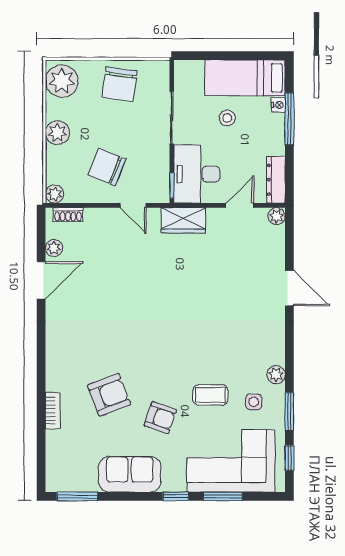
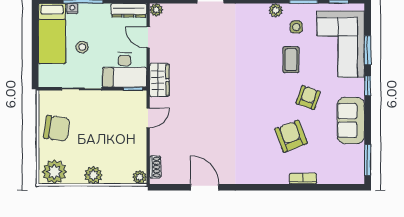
chair: (107, 167) -> (119, 138), removed
plant: (54, 248) -> (180, 178), removed

